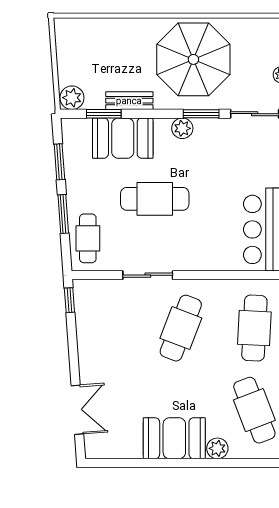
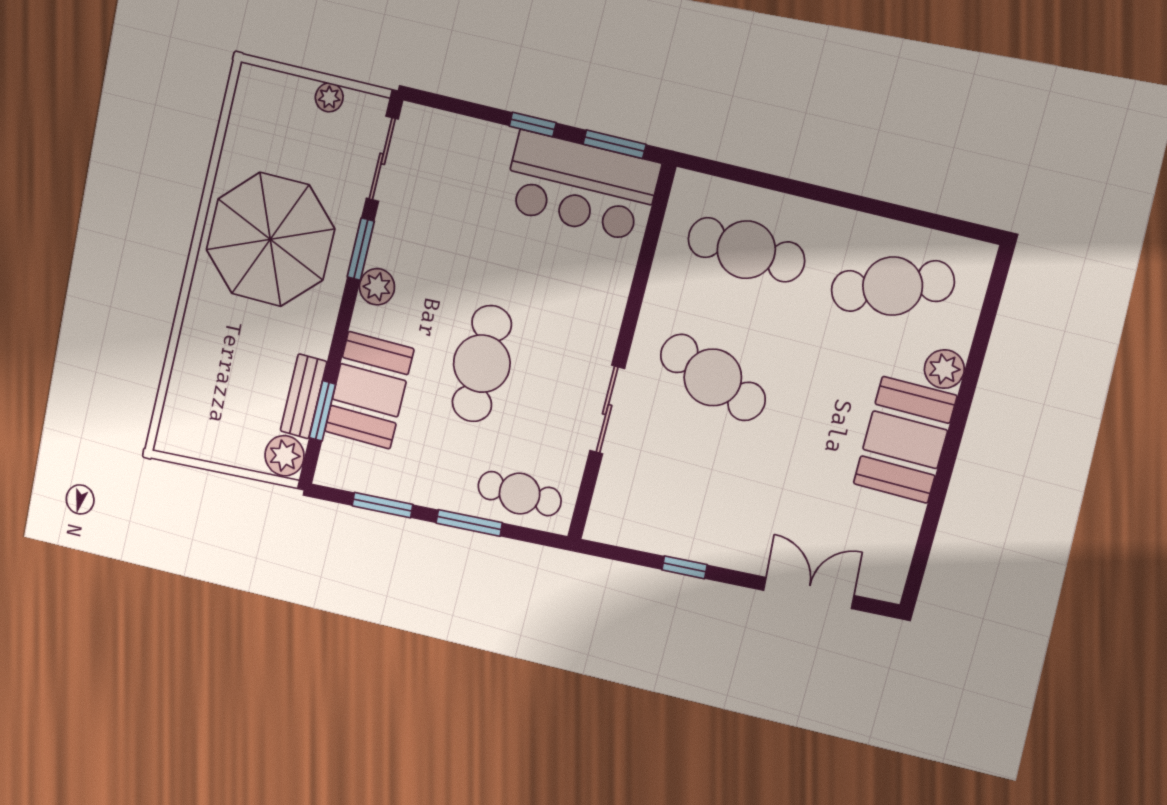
bench: (129, 101) -> (304, 396), moved
window: (69, 300) -> (684, 567), moved

